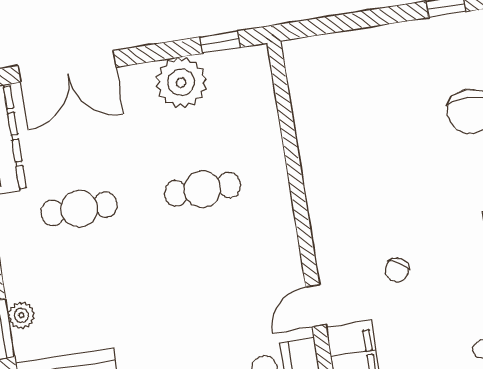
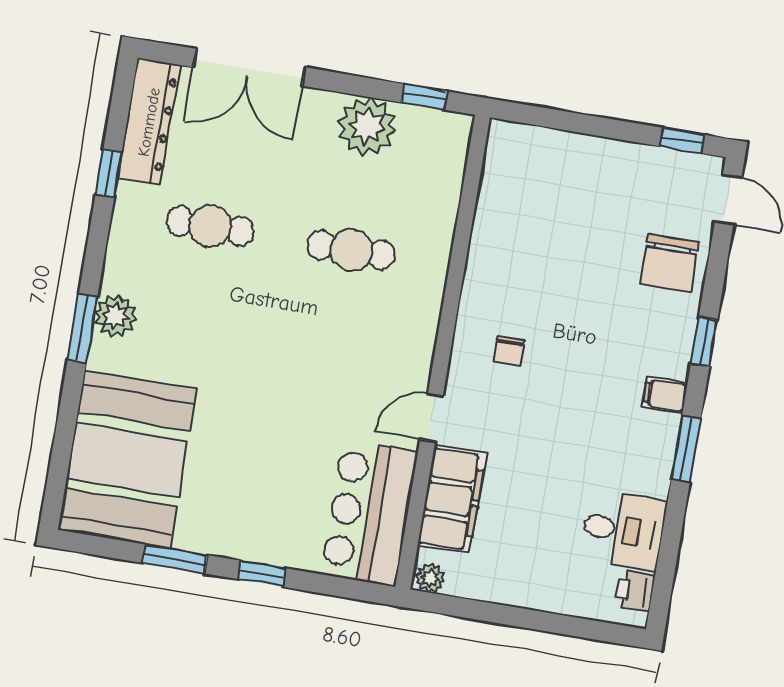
chair: (397, 270) -> (509, 351), moved, turned -30
plant: (21, 315) -> (115, 316), width x1.38, depth x1.38

